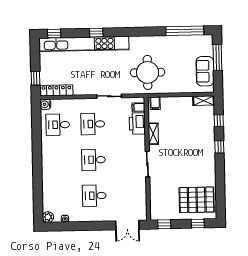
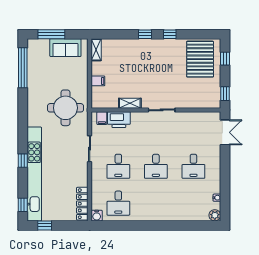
window: (35, 78) -> (45, 225), moved
filing cabinet: (155, 103) -> (98, 81), moved
window: (219, 121) -> (170, 34), moved

